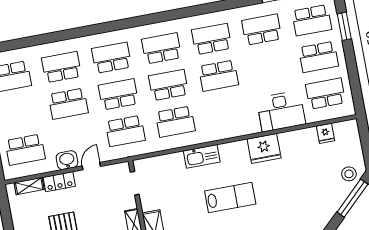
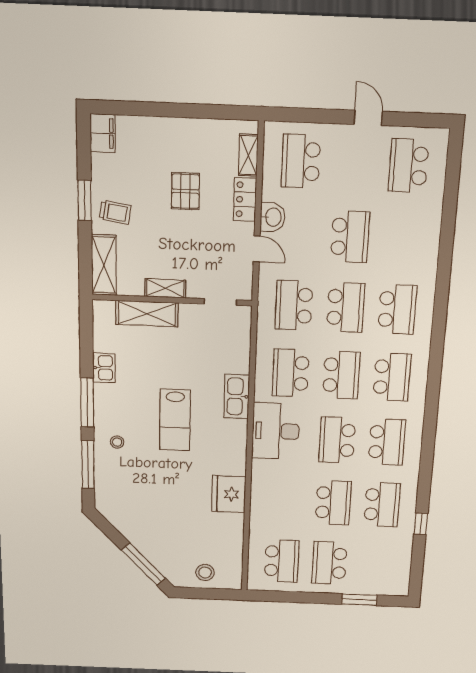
school desk: (312, 20) -> (333, 503), moved, turned 180
school desk: (61, 67) -> (403, 239), removed
school desk: (68, 104) -> (350, 237), turned 180
desk: (281, 111) -> (276, 431), moved
fridge: (325, 133) -> (232, 551), removed
fridge: (264, 149) -> (229, 494), moved
stool: (349, 174) -> (205, 572), moved

